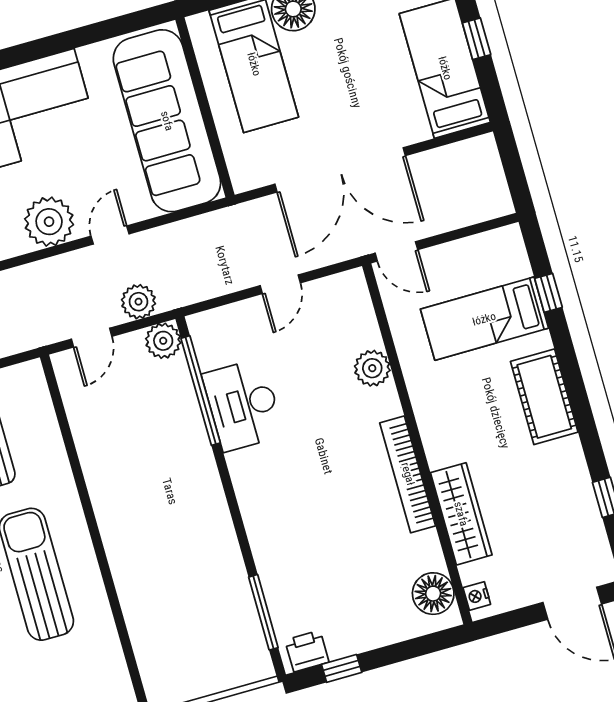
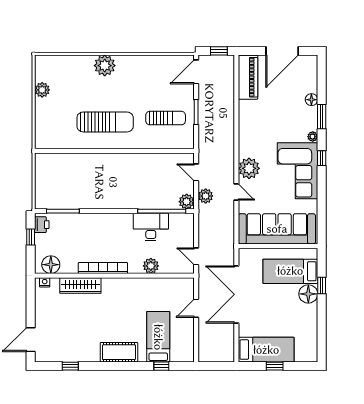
plant: (372, 368) -> (151, 266), moved
wall: (417, 444) -> (114, 276), moved
bookcase: (408, 474) -> (103, 268), moved
wardrobe: (461, 514) -> (80, 286), moved
floor lamp: (433, 594) -> (51, 265), moved
nightstand: (477, 596) -> (45, 282), moved

